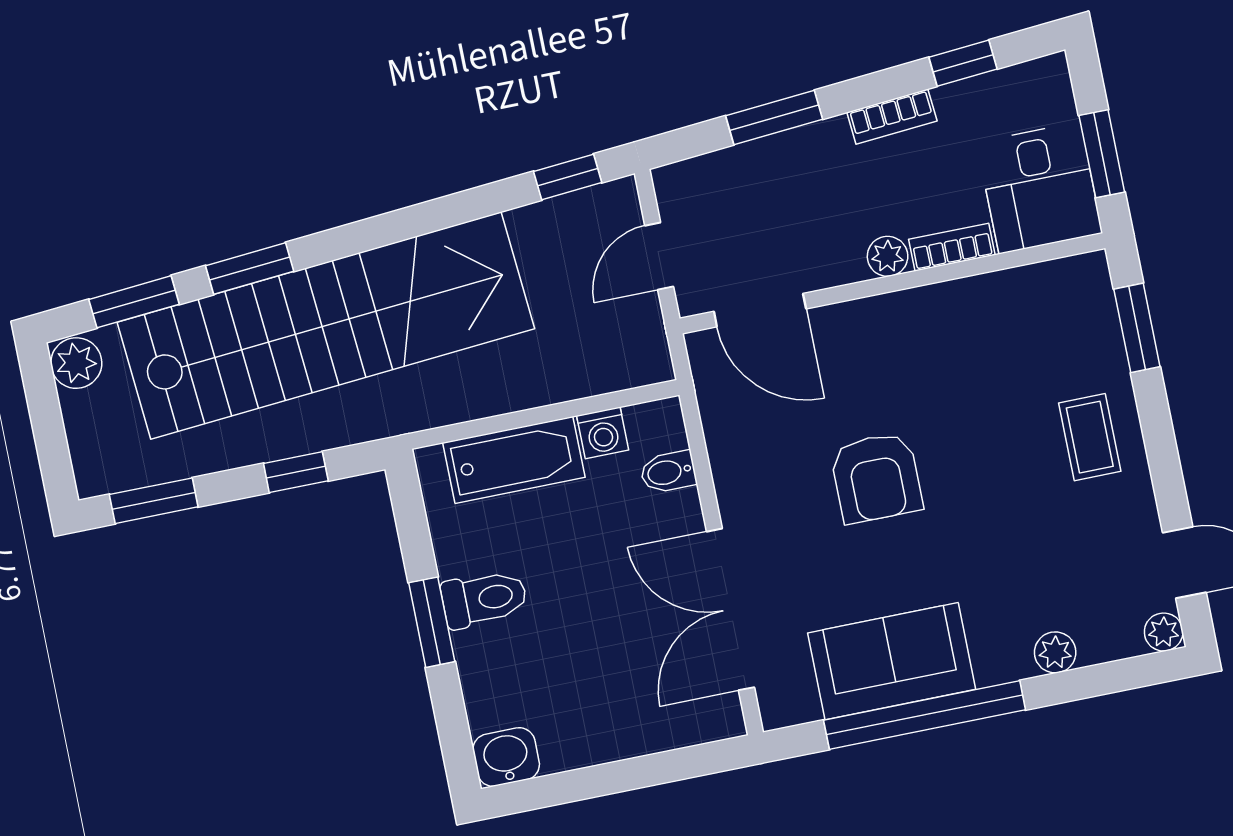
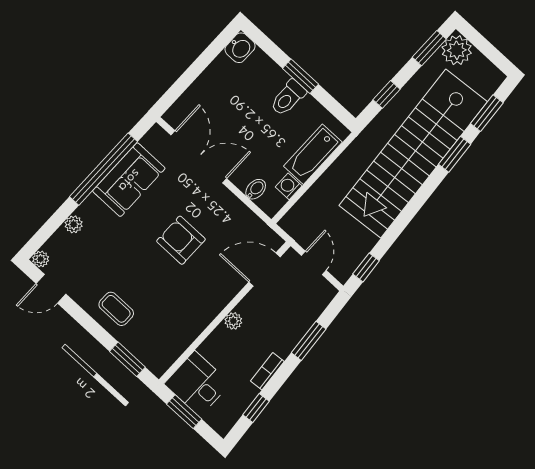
bookcase: (952, 247) -> (213, 341), removed
plant: (76, 363) -> (457, 50), moved, width x1.36, depth x1.36

